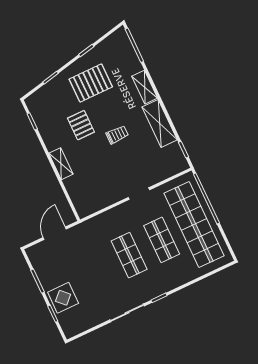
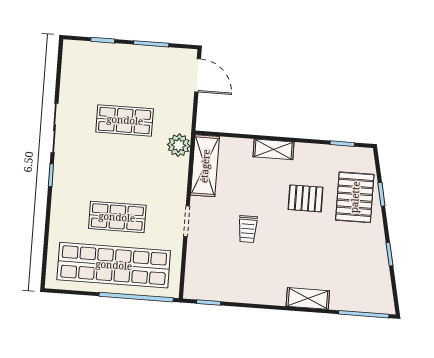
pallet: (91, 83) -> (355, 197), moved
shelving: (160, 123) -> (205, 166), moved, turned 90
trolley: (117, 135) -> (248, 229), moved
plant: (93, 226) -> (179, 145), added
door: (55, 233) -> (198, 75), moved
shop shelf: (129, 255) -> (125, 120), moved
display table: (63, 298) -> (115, 63), removed

